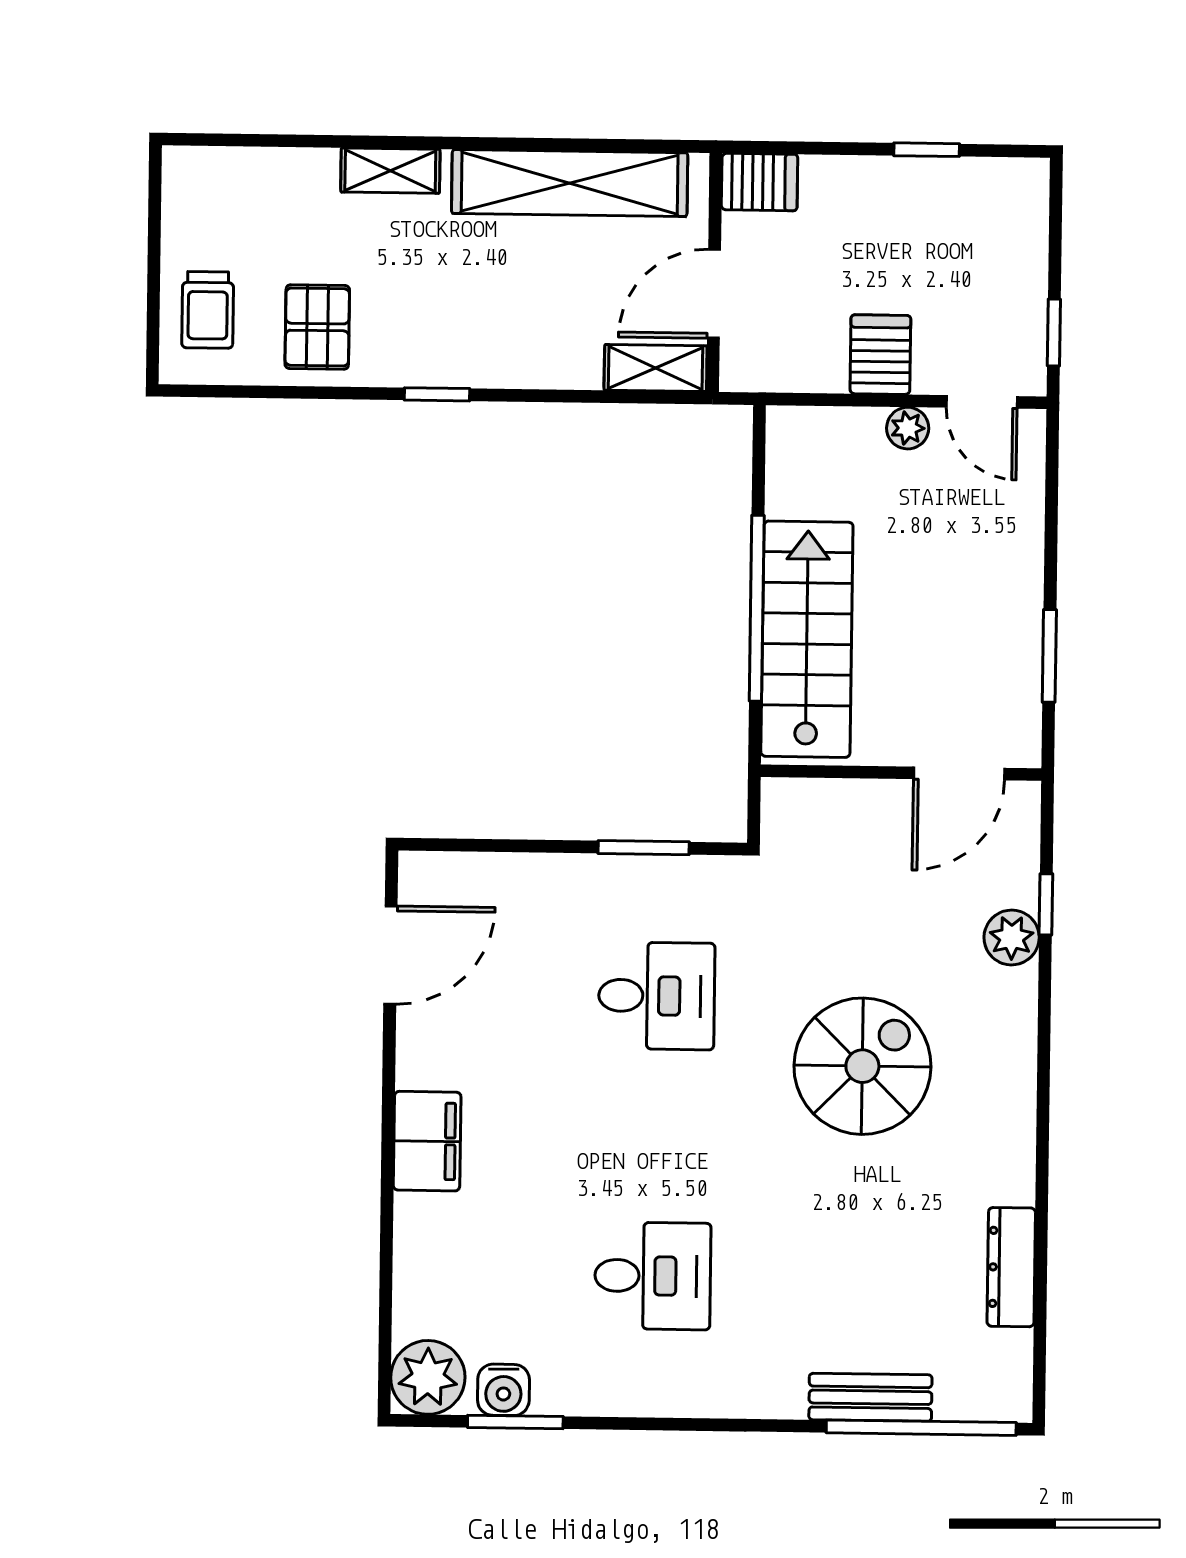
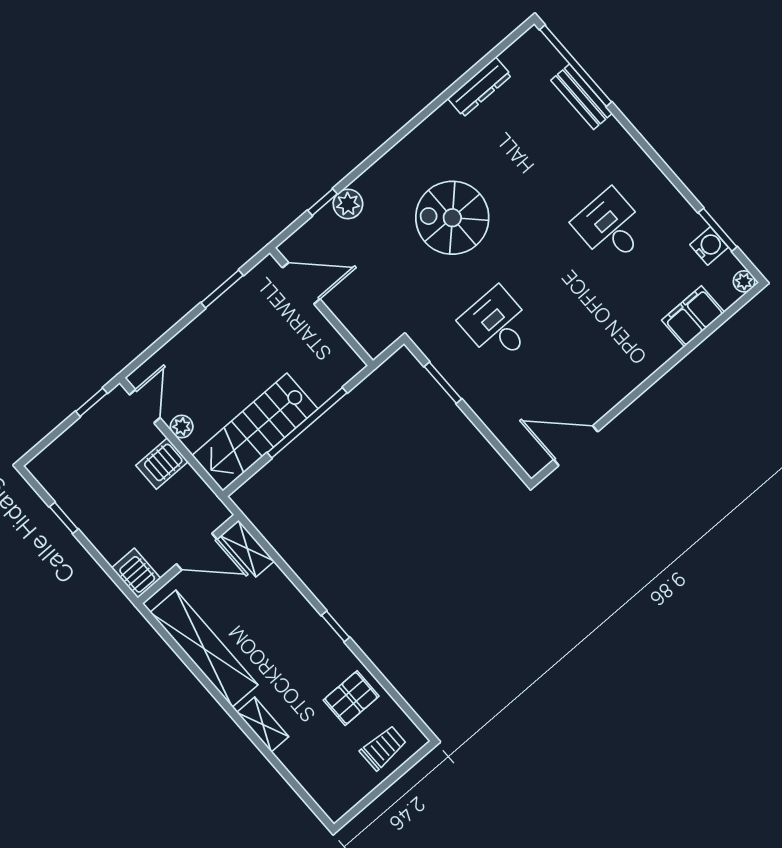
stairs: (807, 639) -> (255, 432), moved
filing cabinet: (427, 1141) -> (693, 316), moved
plant: (428, 1377) -> (744, 281), width x0.53, depth x0.53

